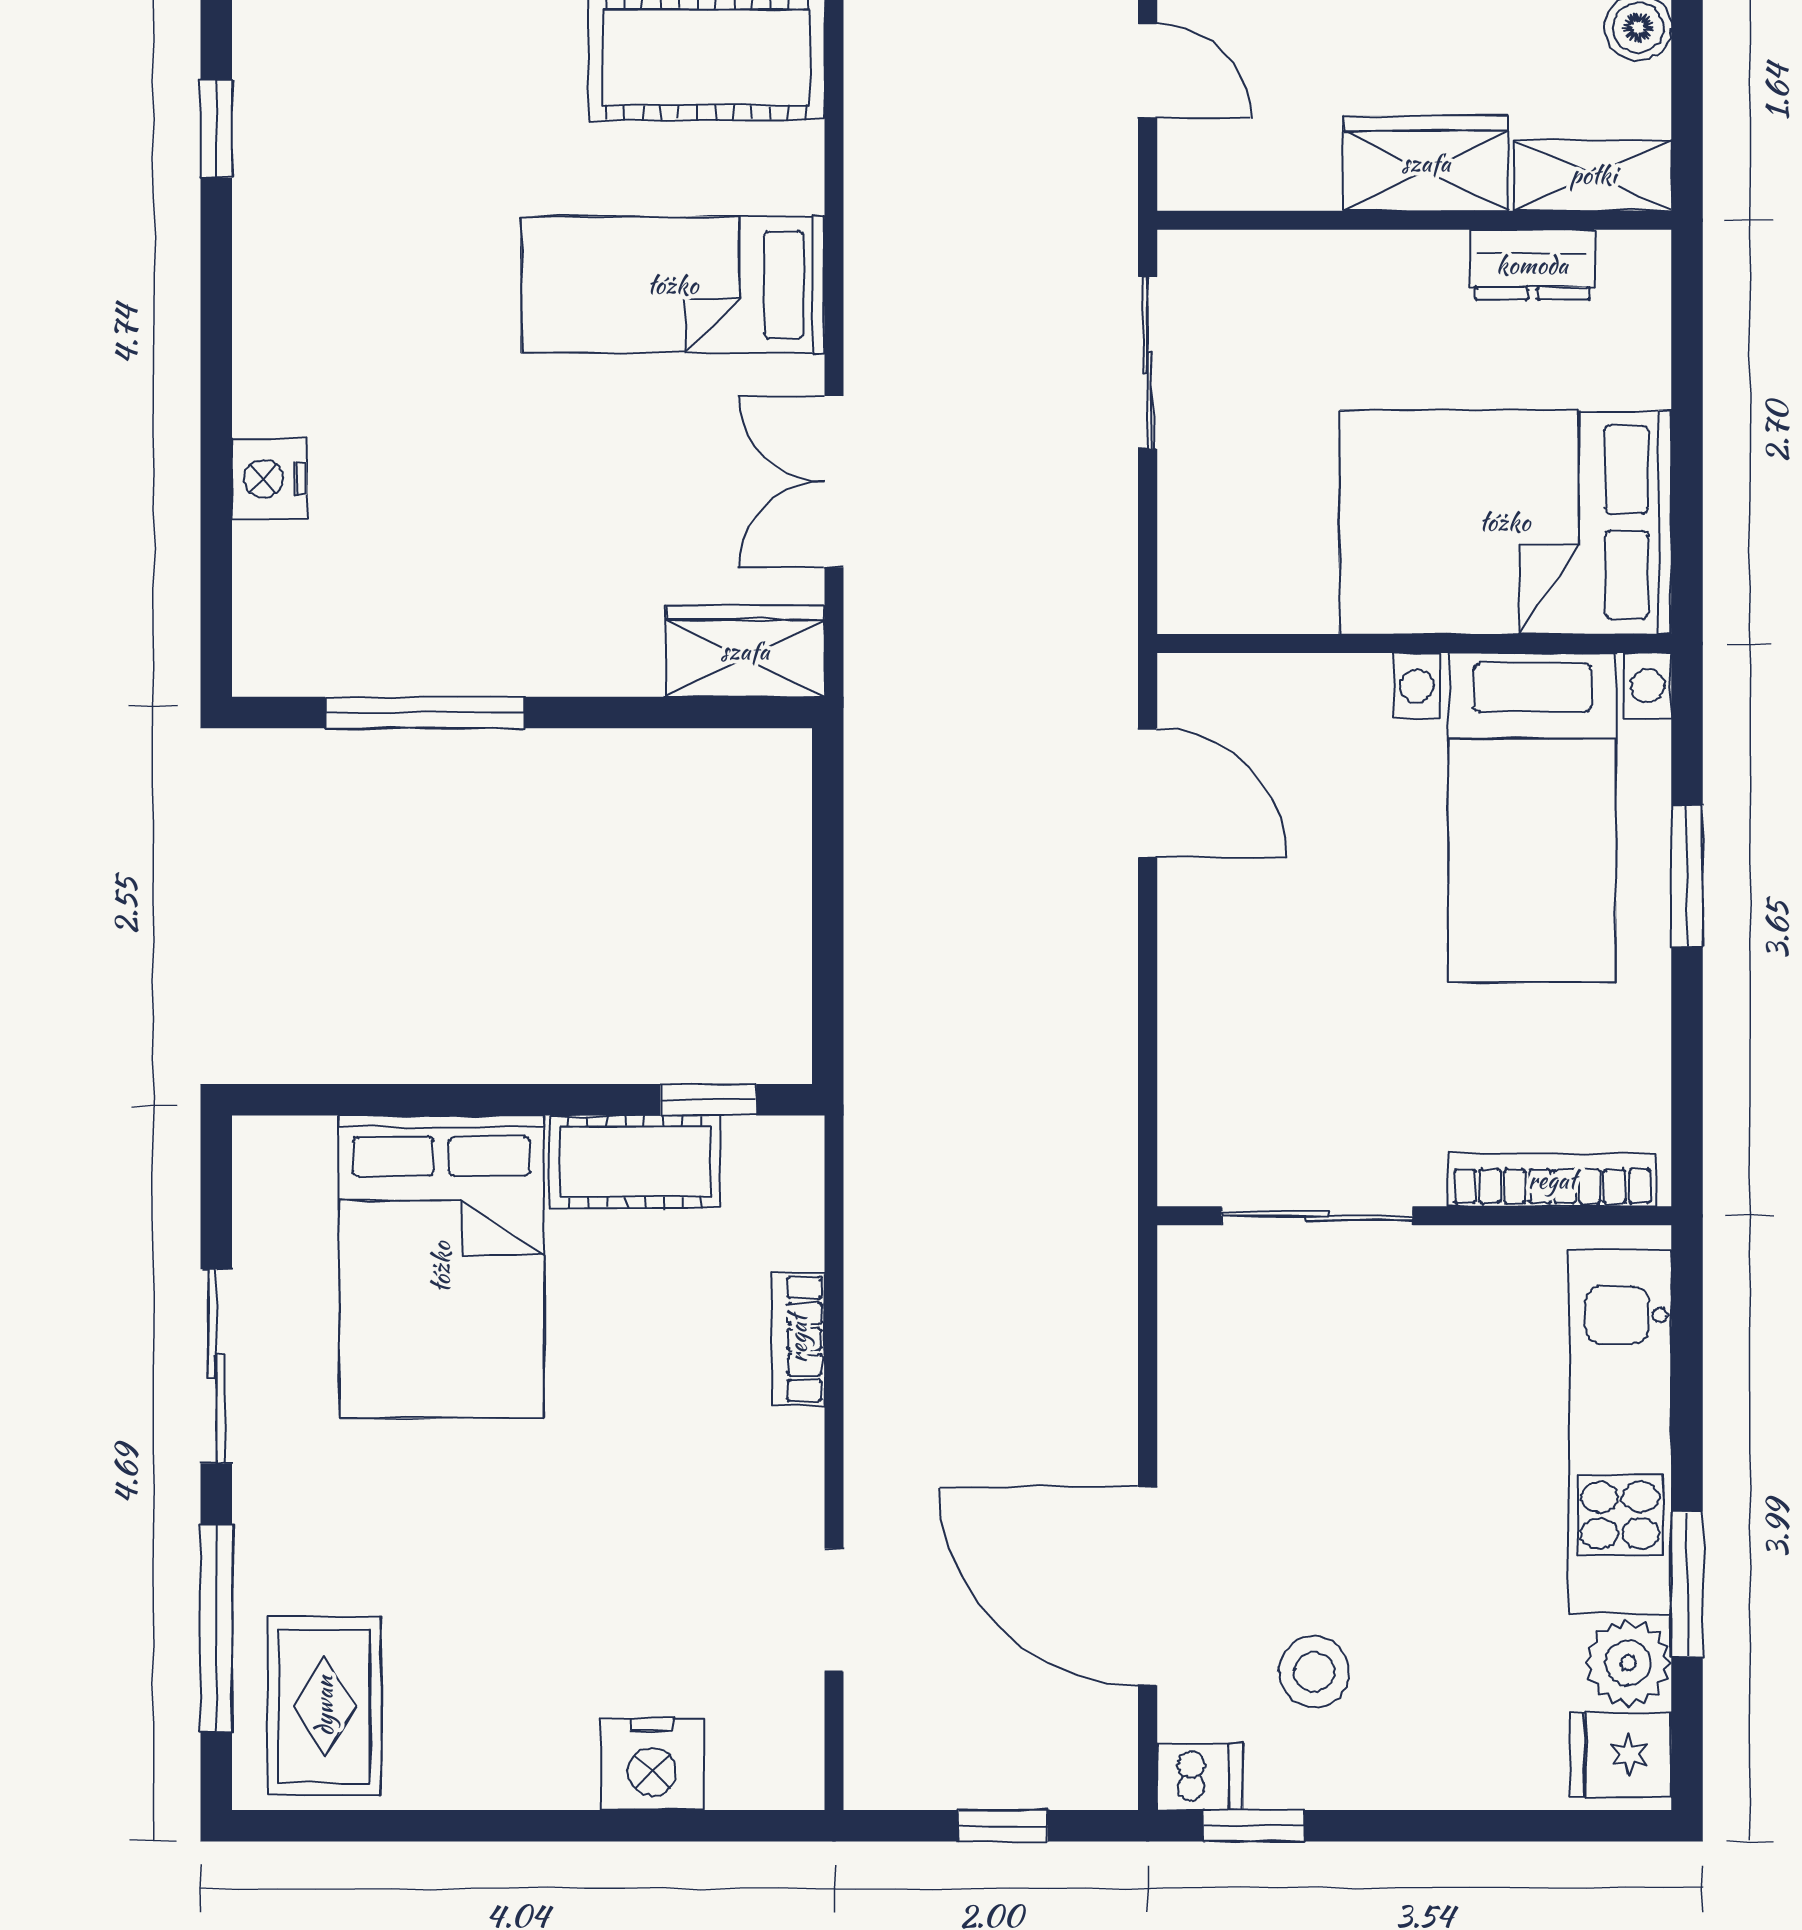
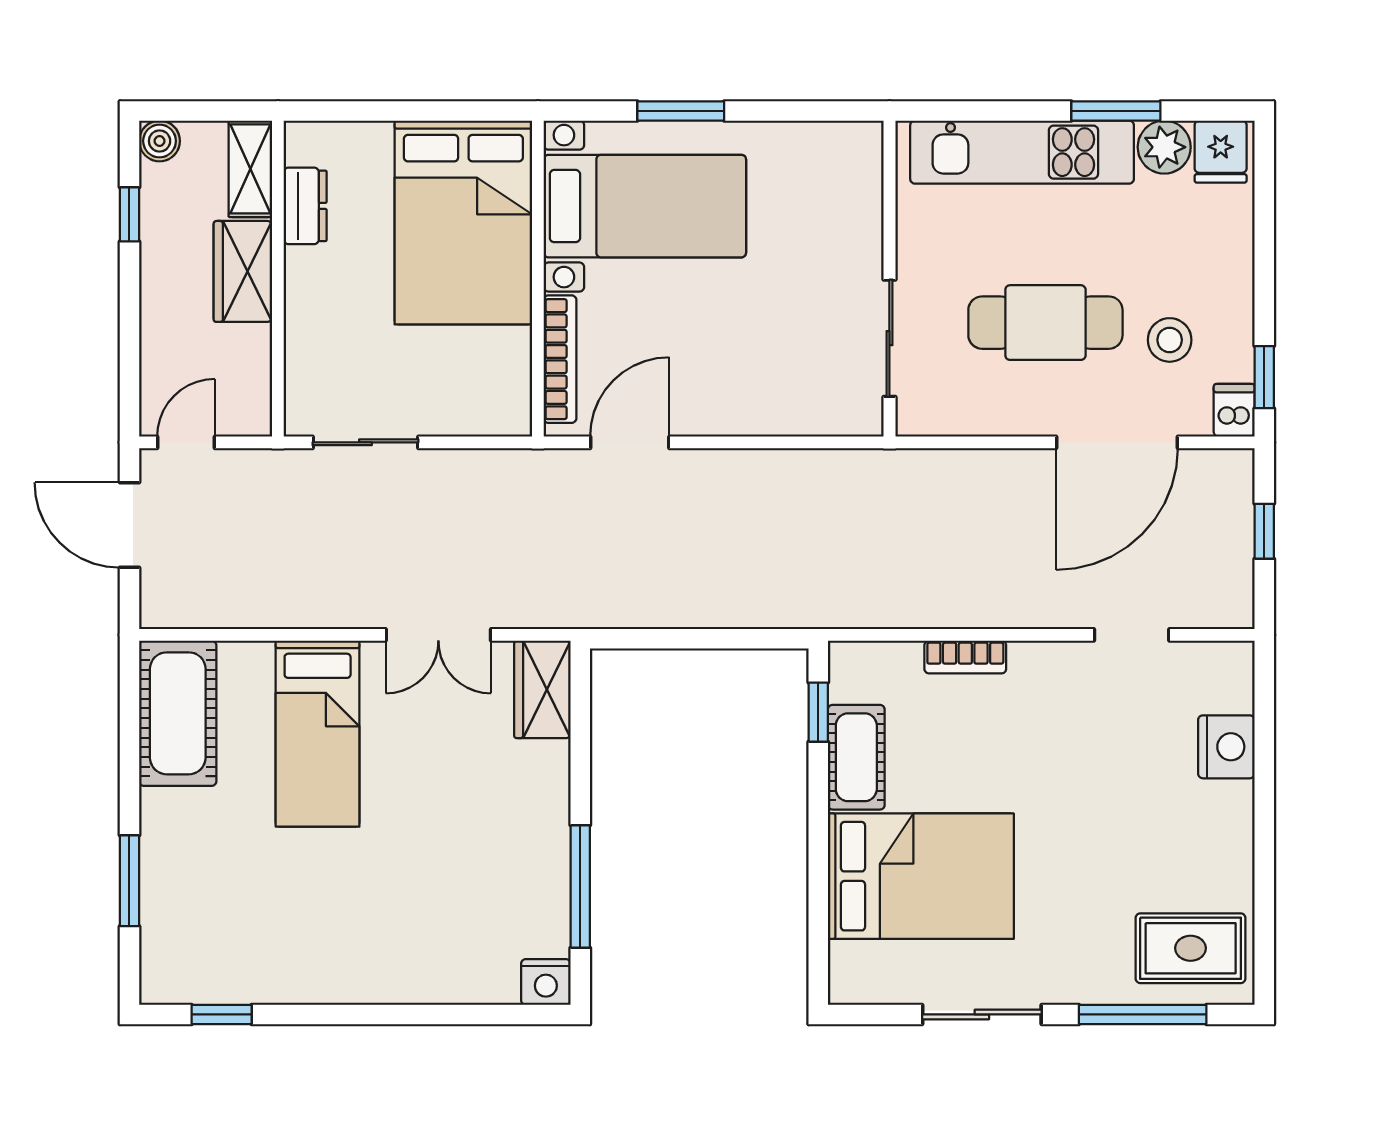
nightstand: (269, 479) -> (546, 982), moved
bookcase: (1552, 1180) -> (560, 359), moved, turned 180
cafe table: (1342, 1470) -> (1045, 323), added

